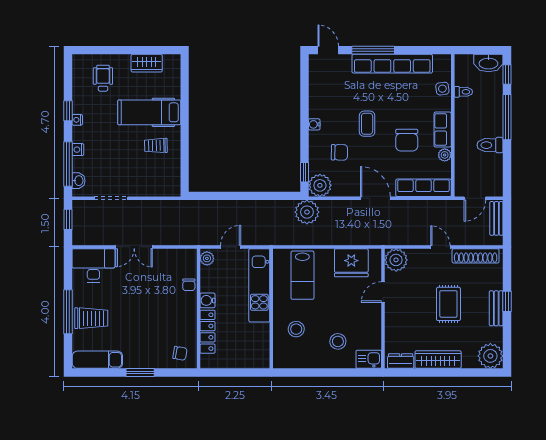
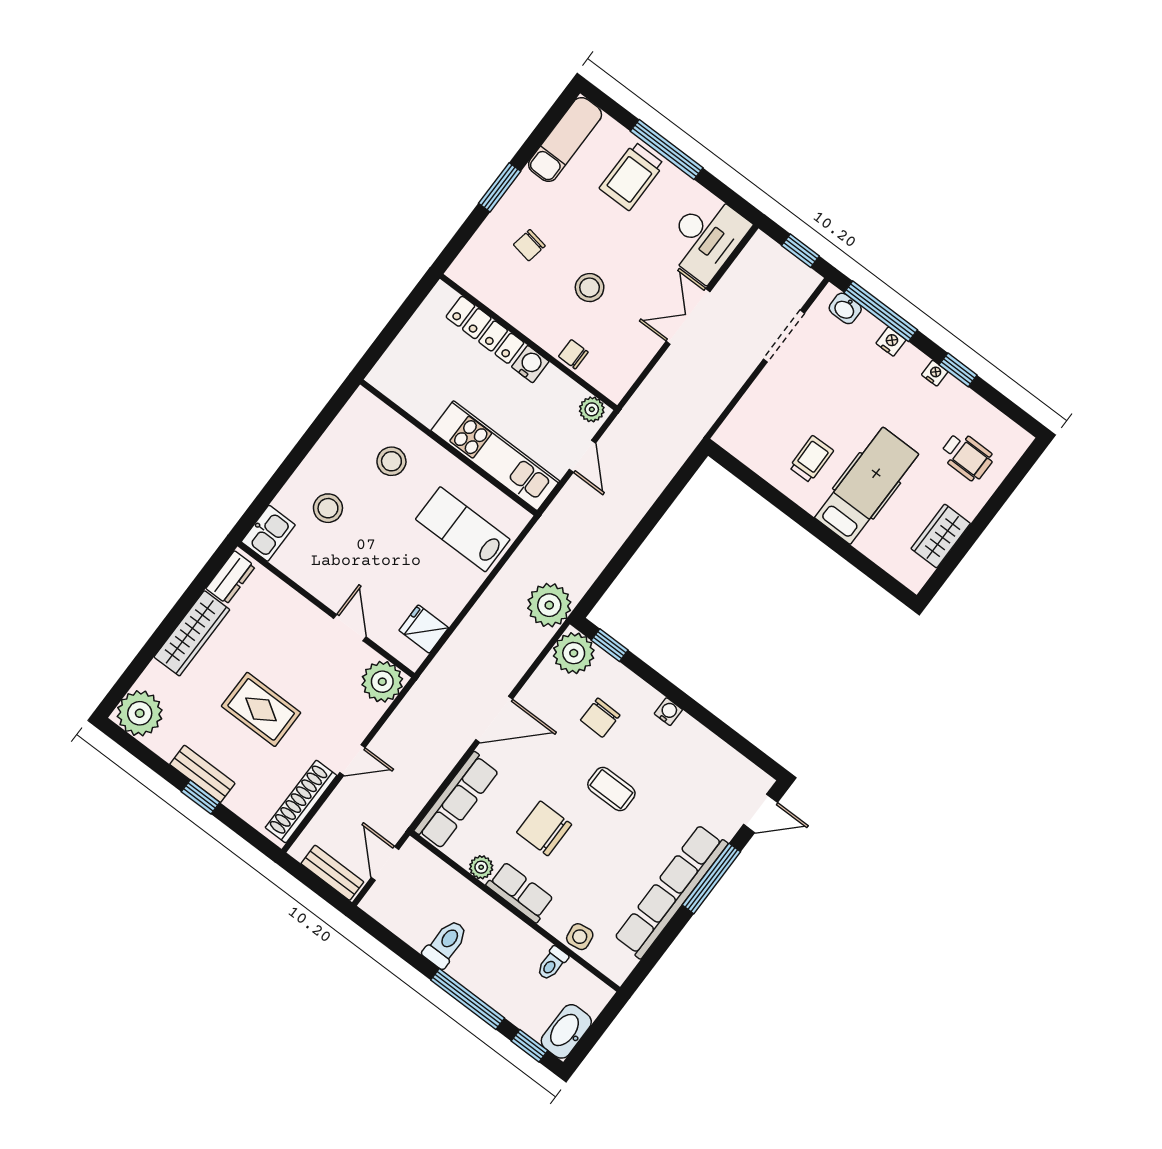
fridge: (351, 263) -> (424, 629), width x0.53, depth x0.75
stool: (154, 300) -> (590, 288), added
chair: (180, 353) -> (529, 245), moved

